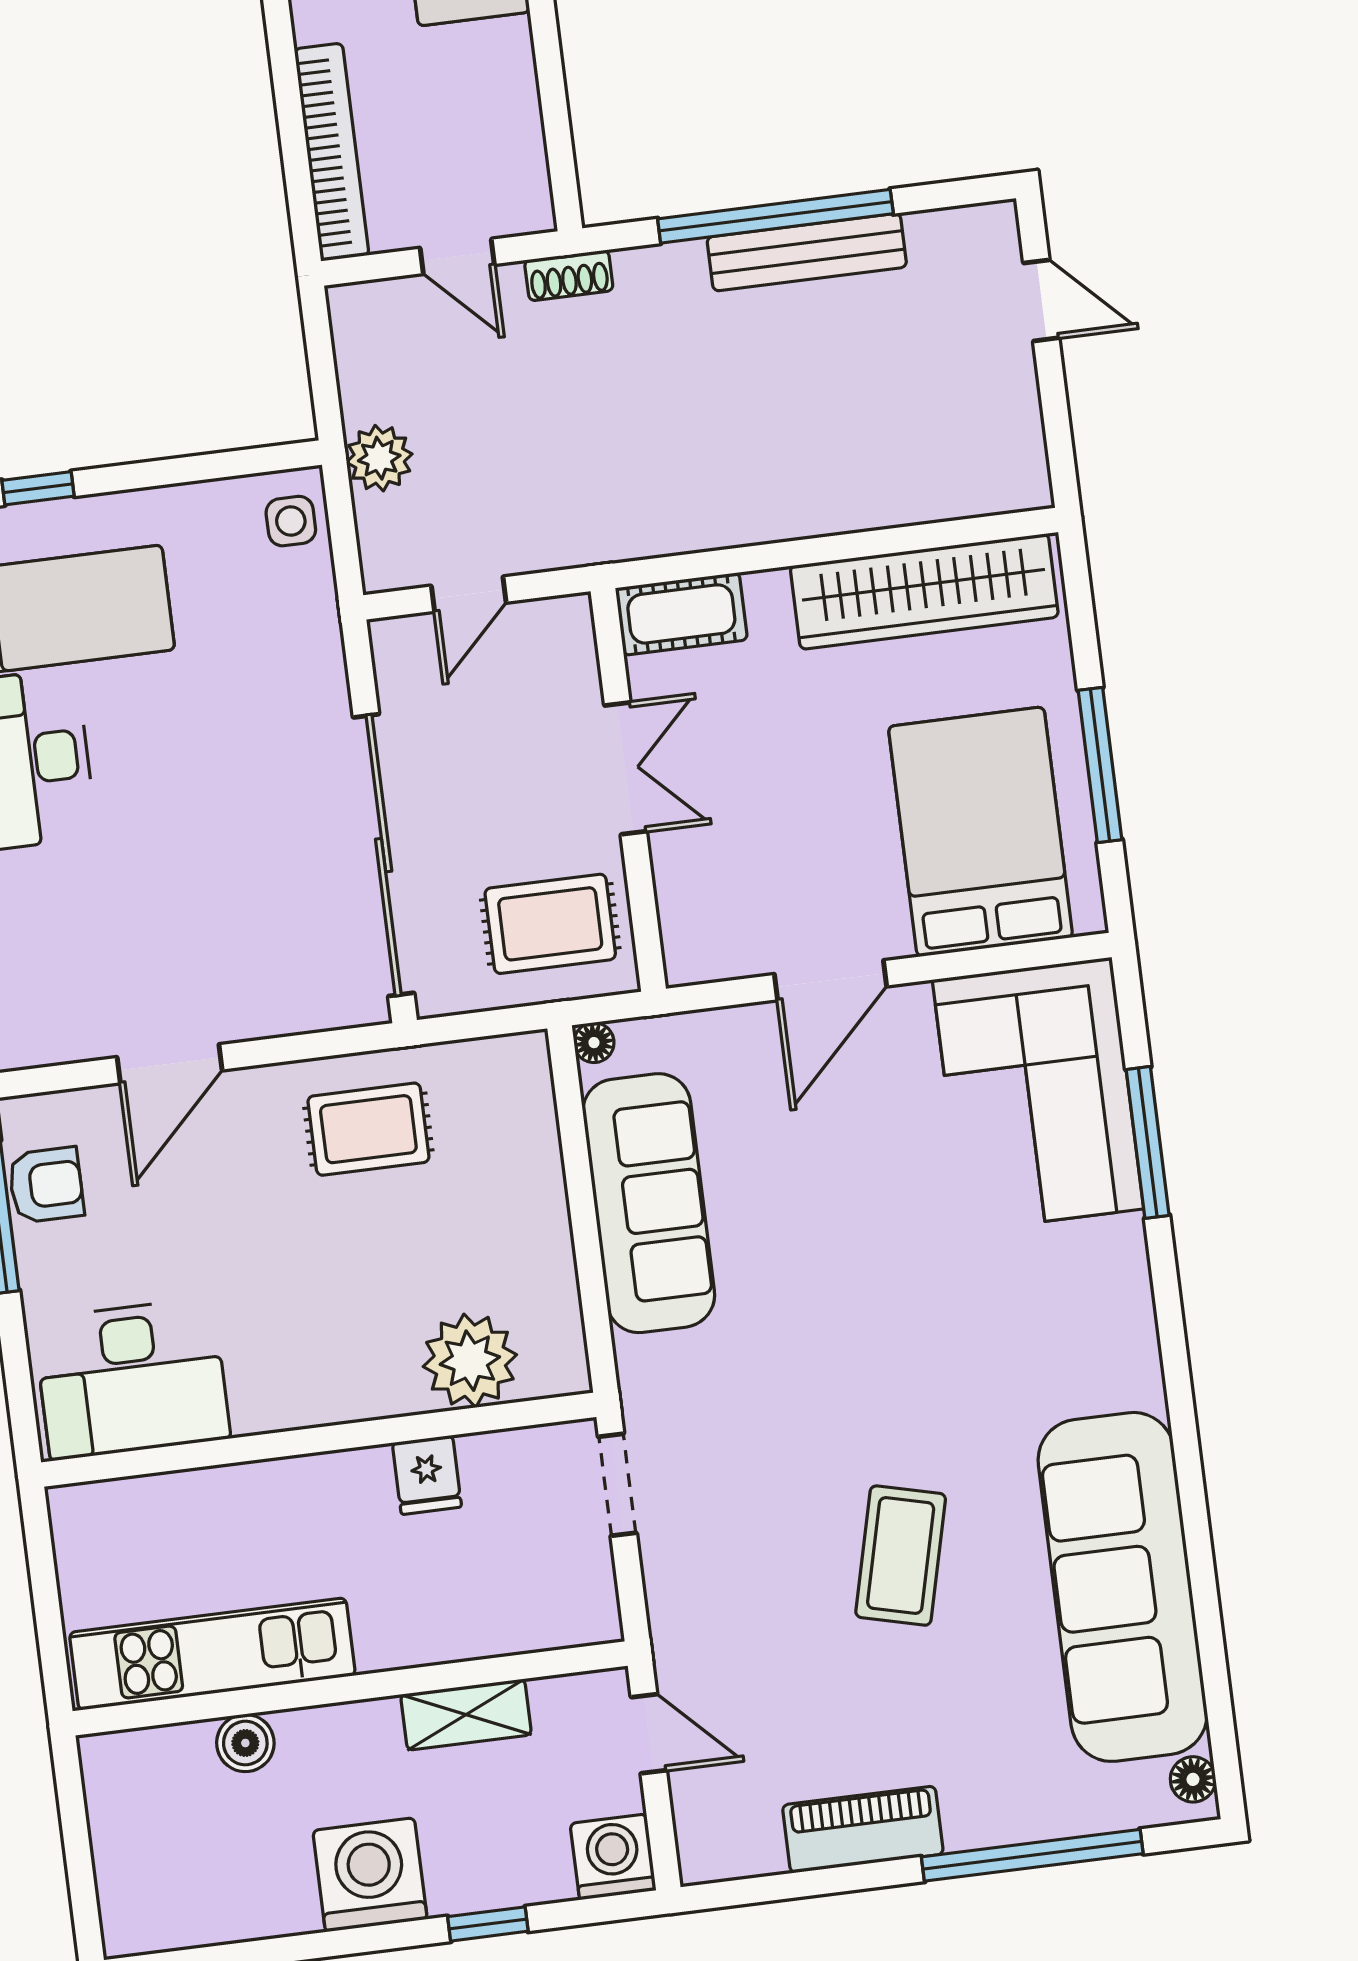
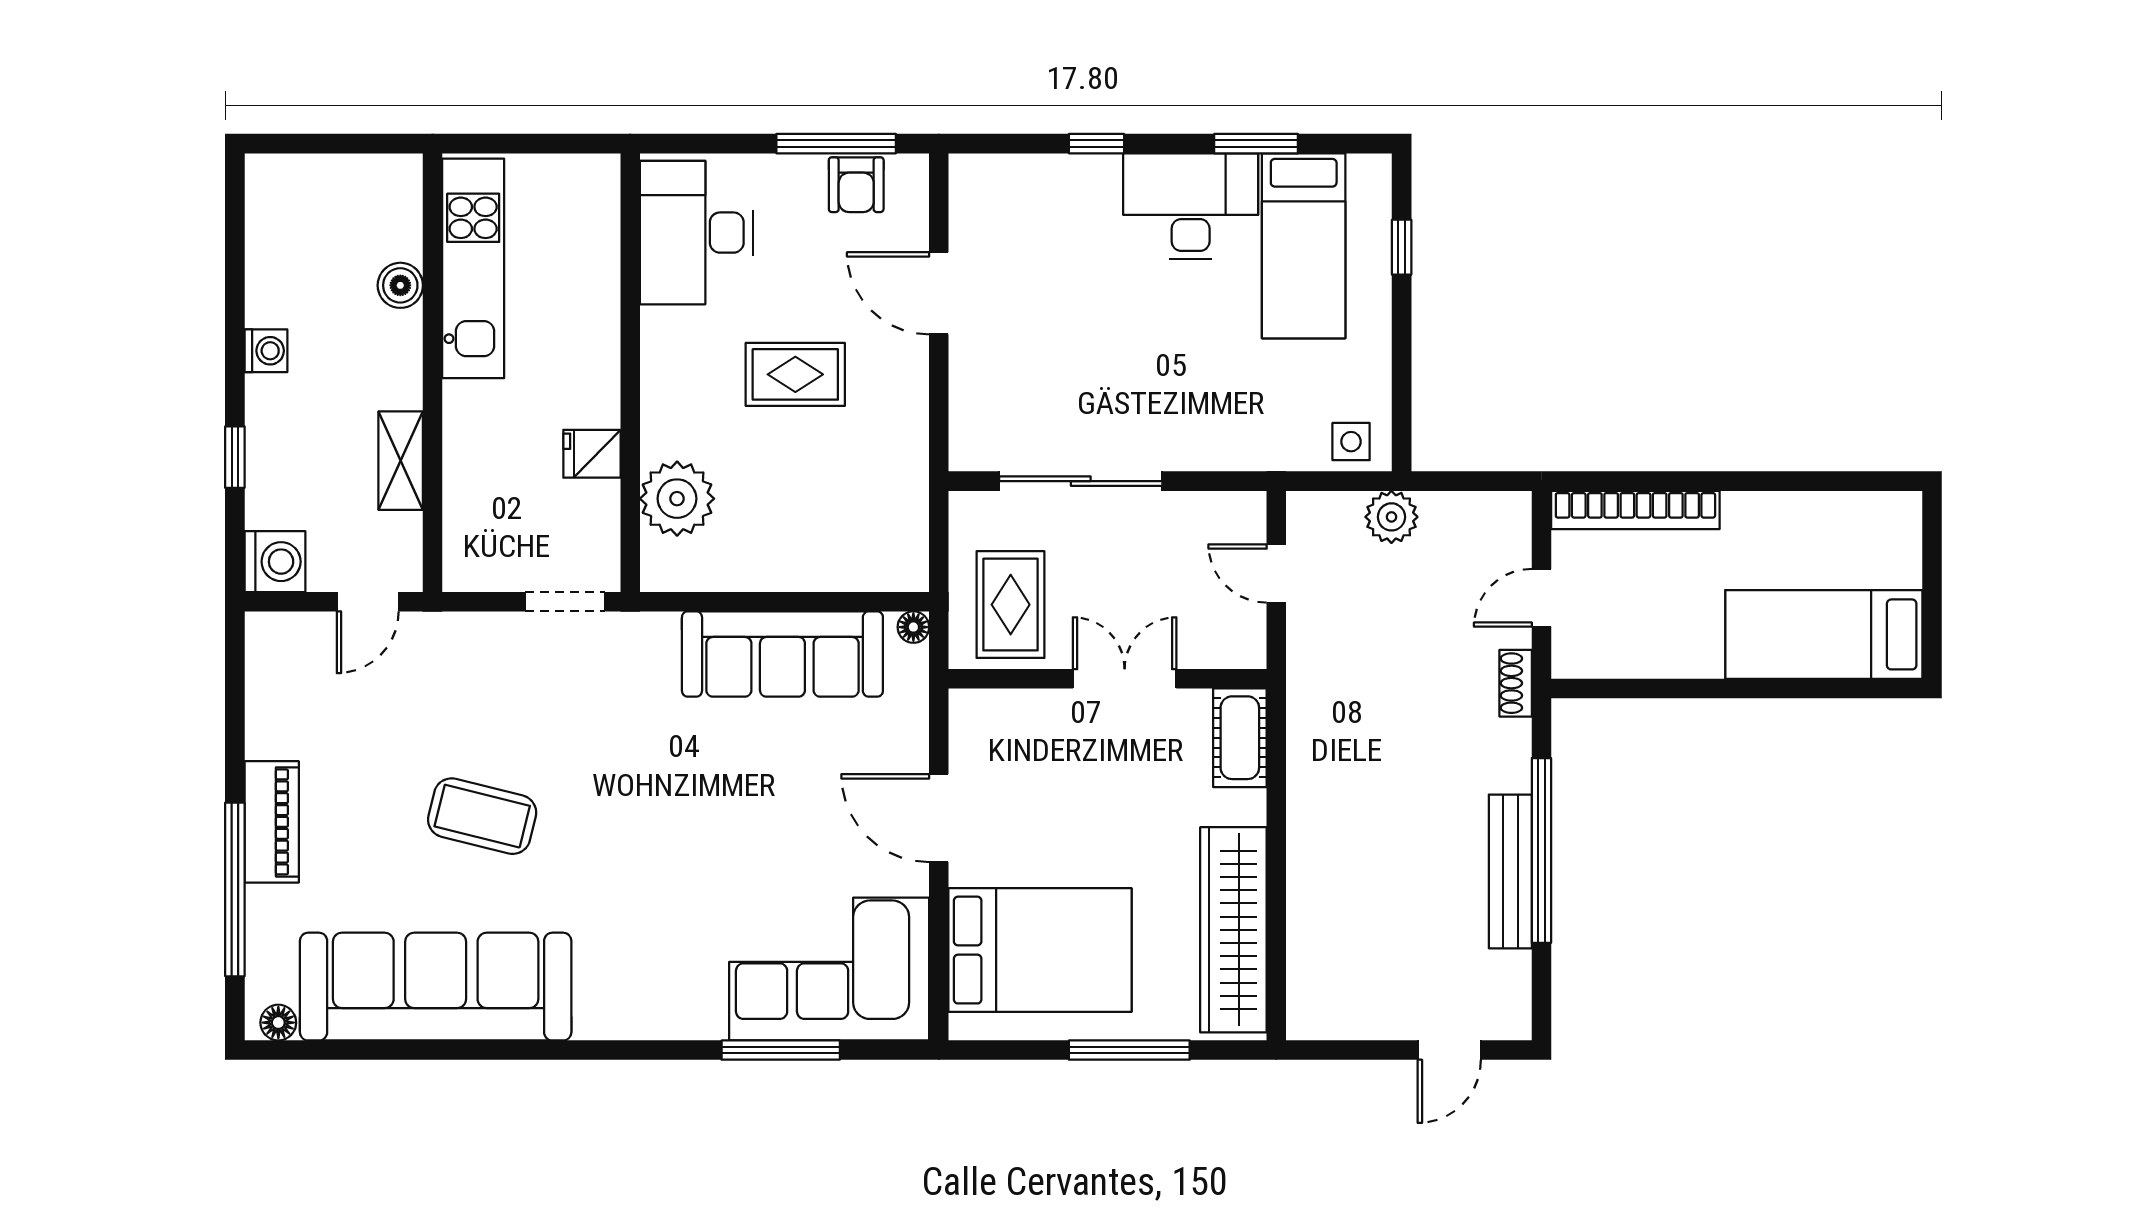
window: (1100, 765) -> (1129, 1050), moved
double door: (626, 768) -> (1125, 679), swing flipped
sliding door: (384, 855) -> (1081, 481), width x0.73
rug: (368, 1129) -> (795, 374), moved, turned 90
piano: (863, 1830) -> (272, 822), moved
washing machine: (370, 1875) -> (266, 351), width x0.53, depth x0.53

